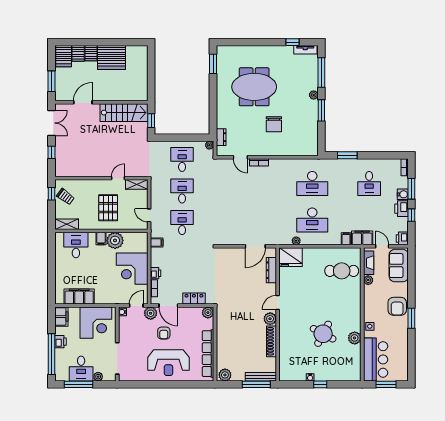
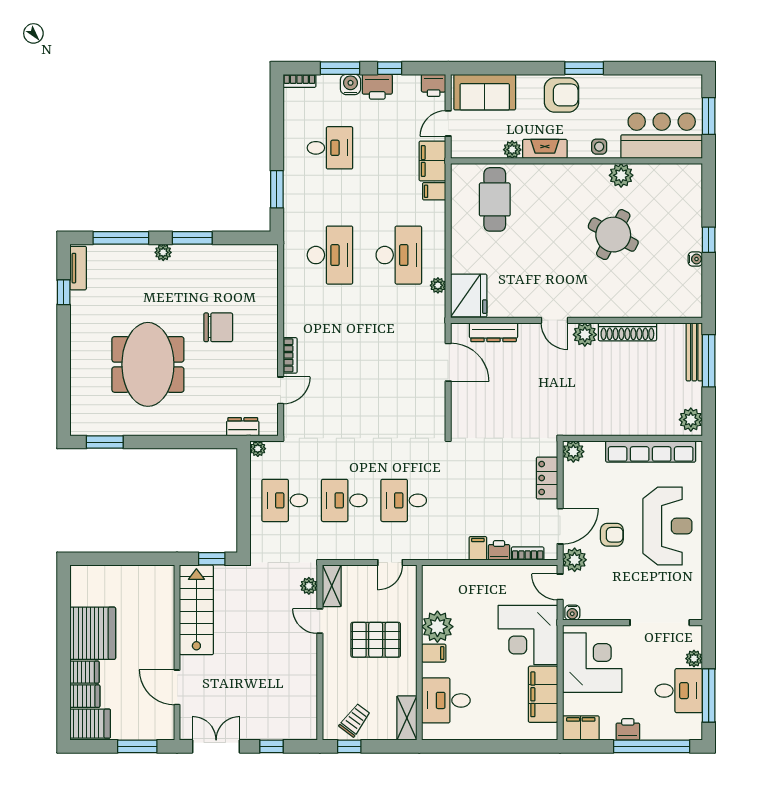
plant: (137, 172) -> (309, 586), added
filing cabinet: (157, 242) -> (478, 548), moved
fireplace: (369, 263) -> (545, 149), moved
corner desk: (132, 269) -> (528, 635), moved, turned 90

